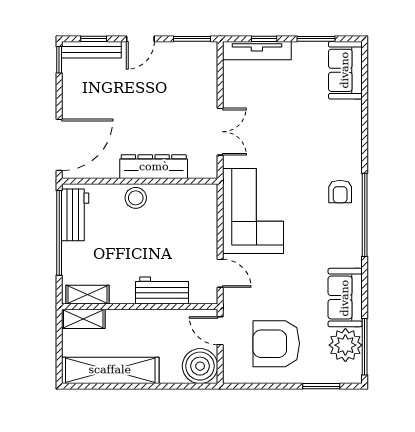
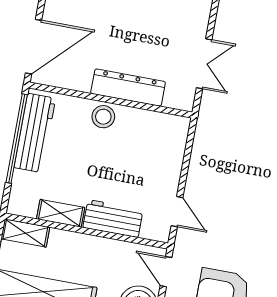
corner sofa: (253, 211) -> (223, 153), removed
workbench: (75, 215) -> (35, 133), width x1.38
shelving: (87, 295) -> (61, 213), moved

